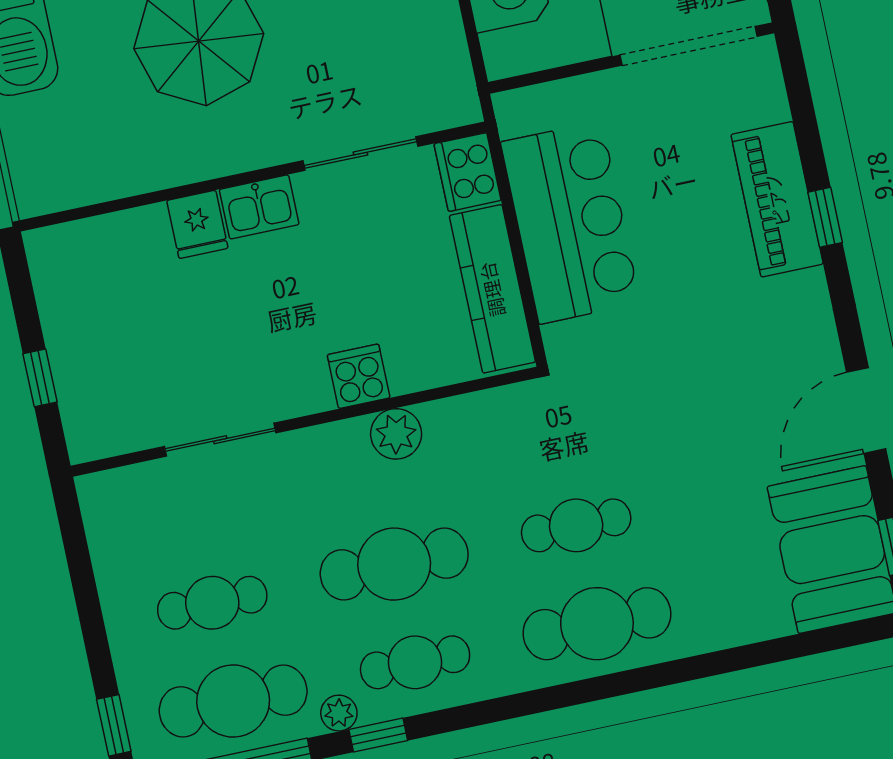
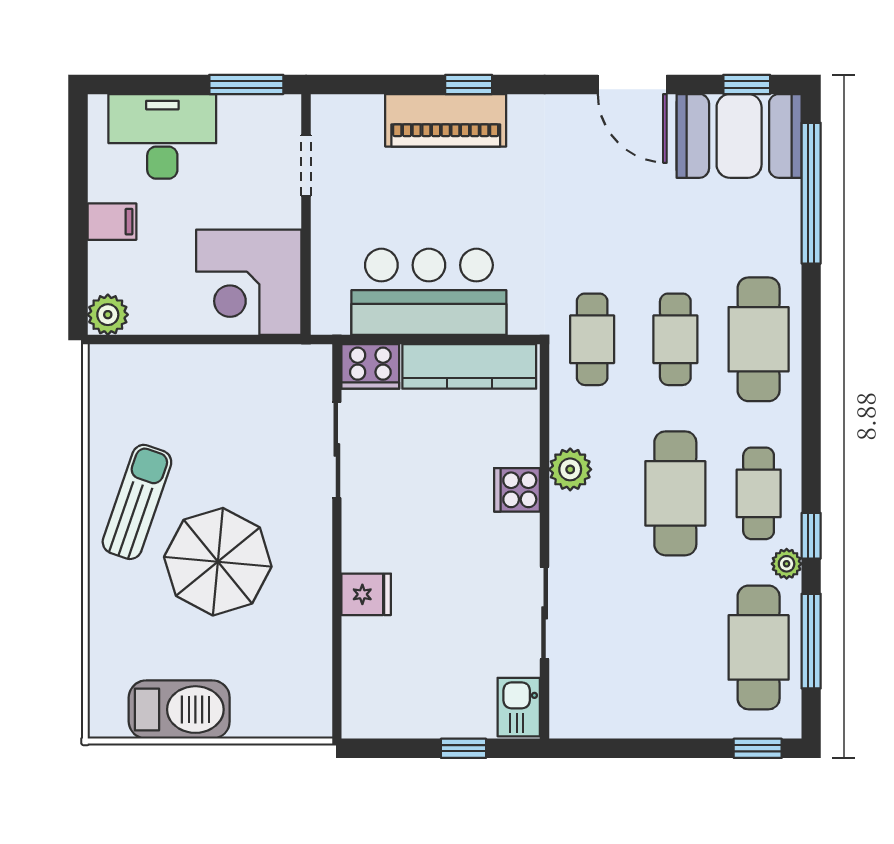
doorway: (689, 46) -> (306, 165), width x0.53
kitchen sink: (259, 207) -> (519, 707), moved, turned 180
cafe table: (212, 603) -> (592, 339), moved
window: (783, 649) -> (811, 193), added

